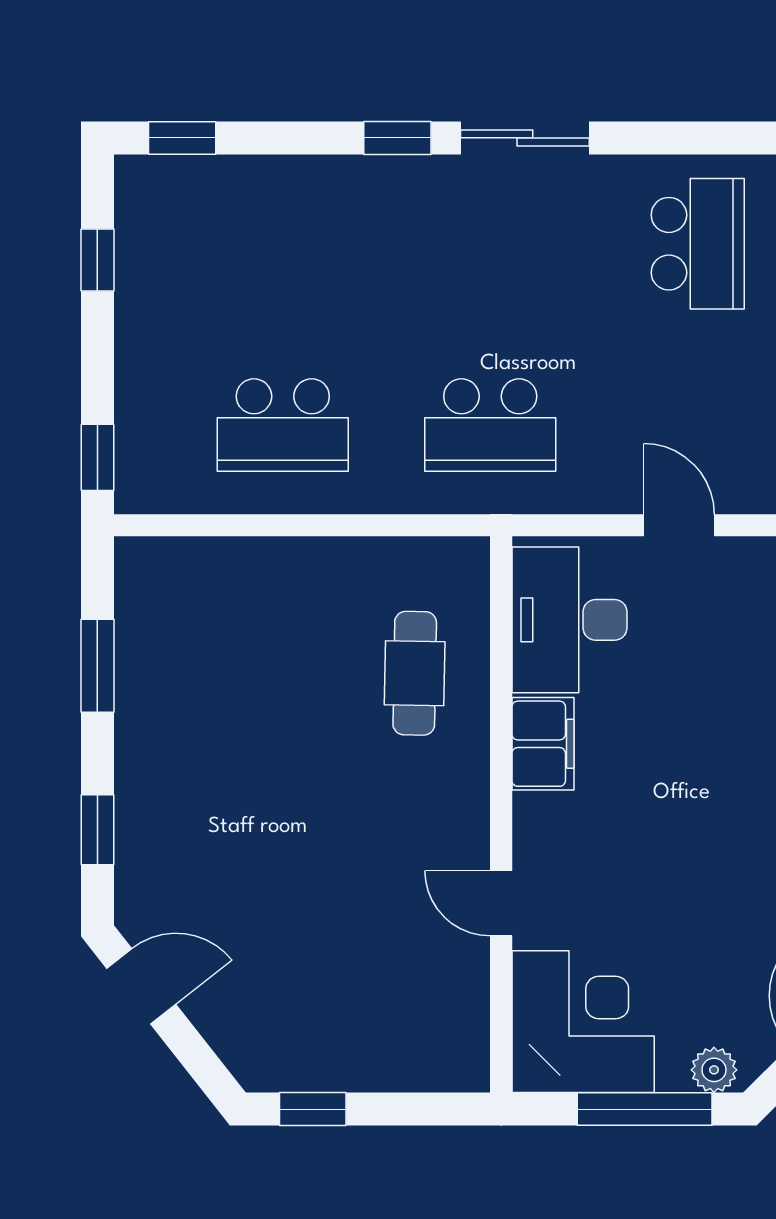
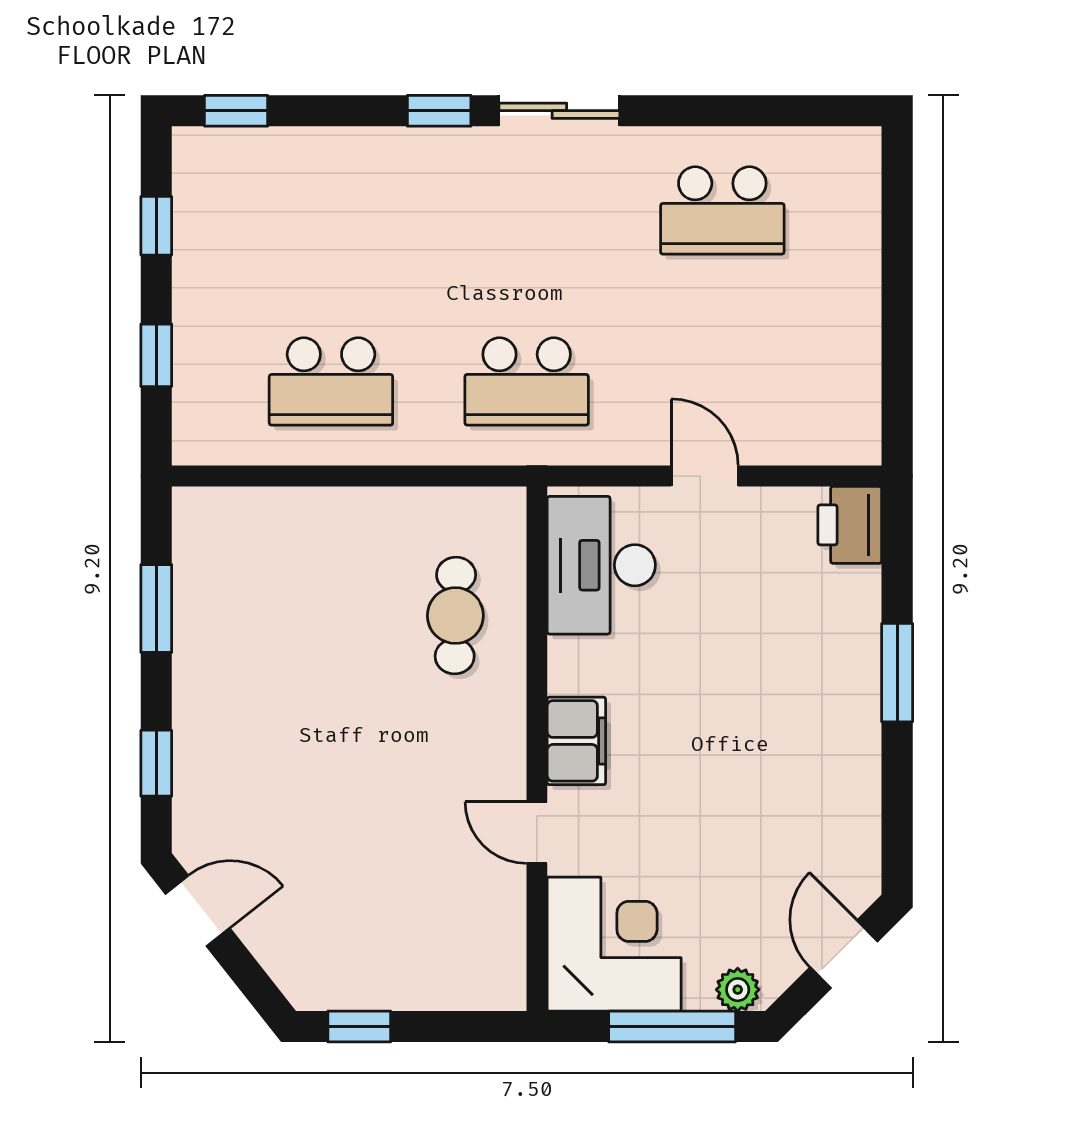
school desk: (698, 244) -> (722, 210), turned 90
window: (97, 457) -> (156, 355), moved
filing cabinet: (543, 744) -> (576, 741), moved

